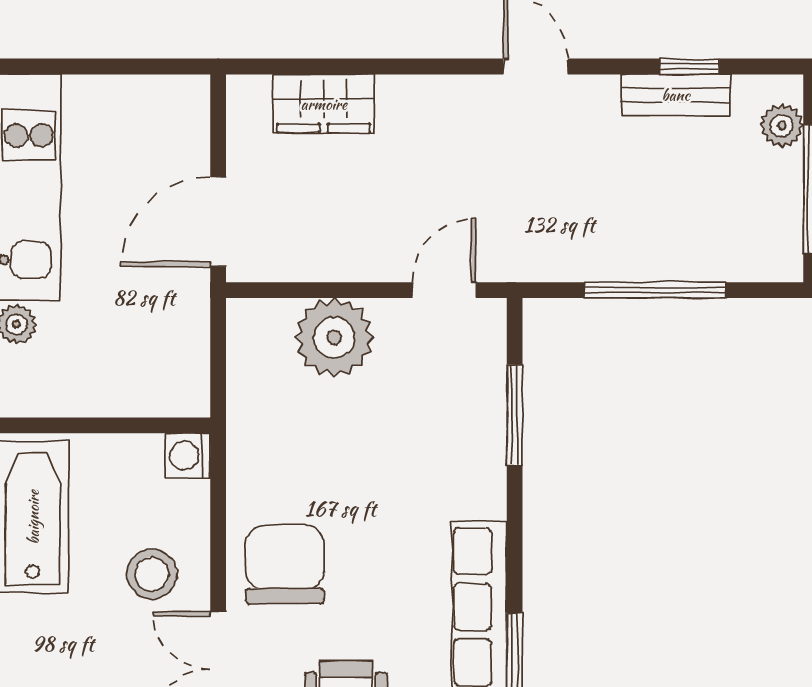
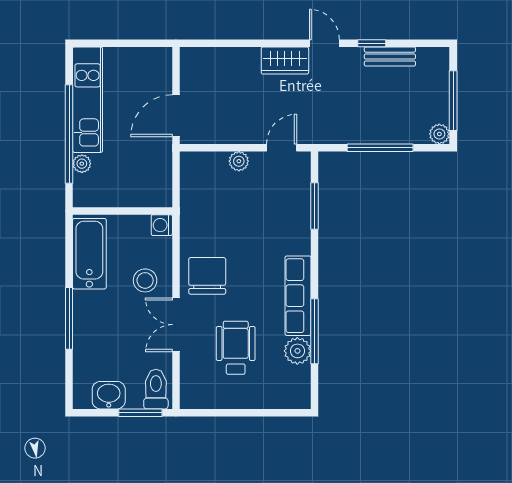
window: (689, 66) -> (372, 43), moved
wardrobe: (324, 104) -> (285, 61), moved
plant: (782, 126) -> (439, 134), moved
plant: (334, 337) -> (239, 161), width x0.53, depth x0.53

